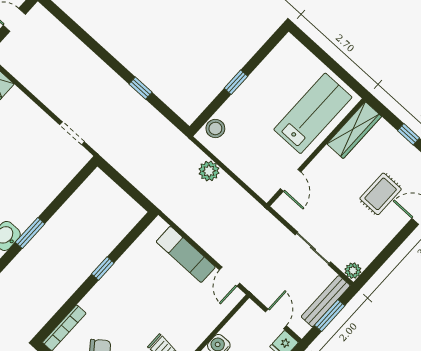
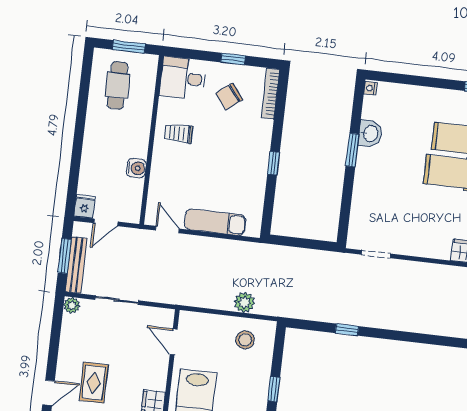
stool: (215, 128) -> (245, 340), moved
door: (276, 319) -> (106, 222), hinge flipped

